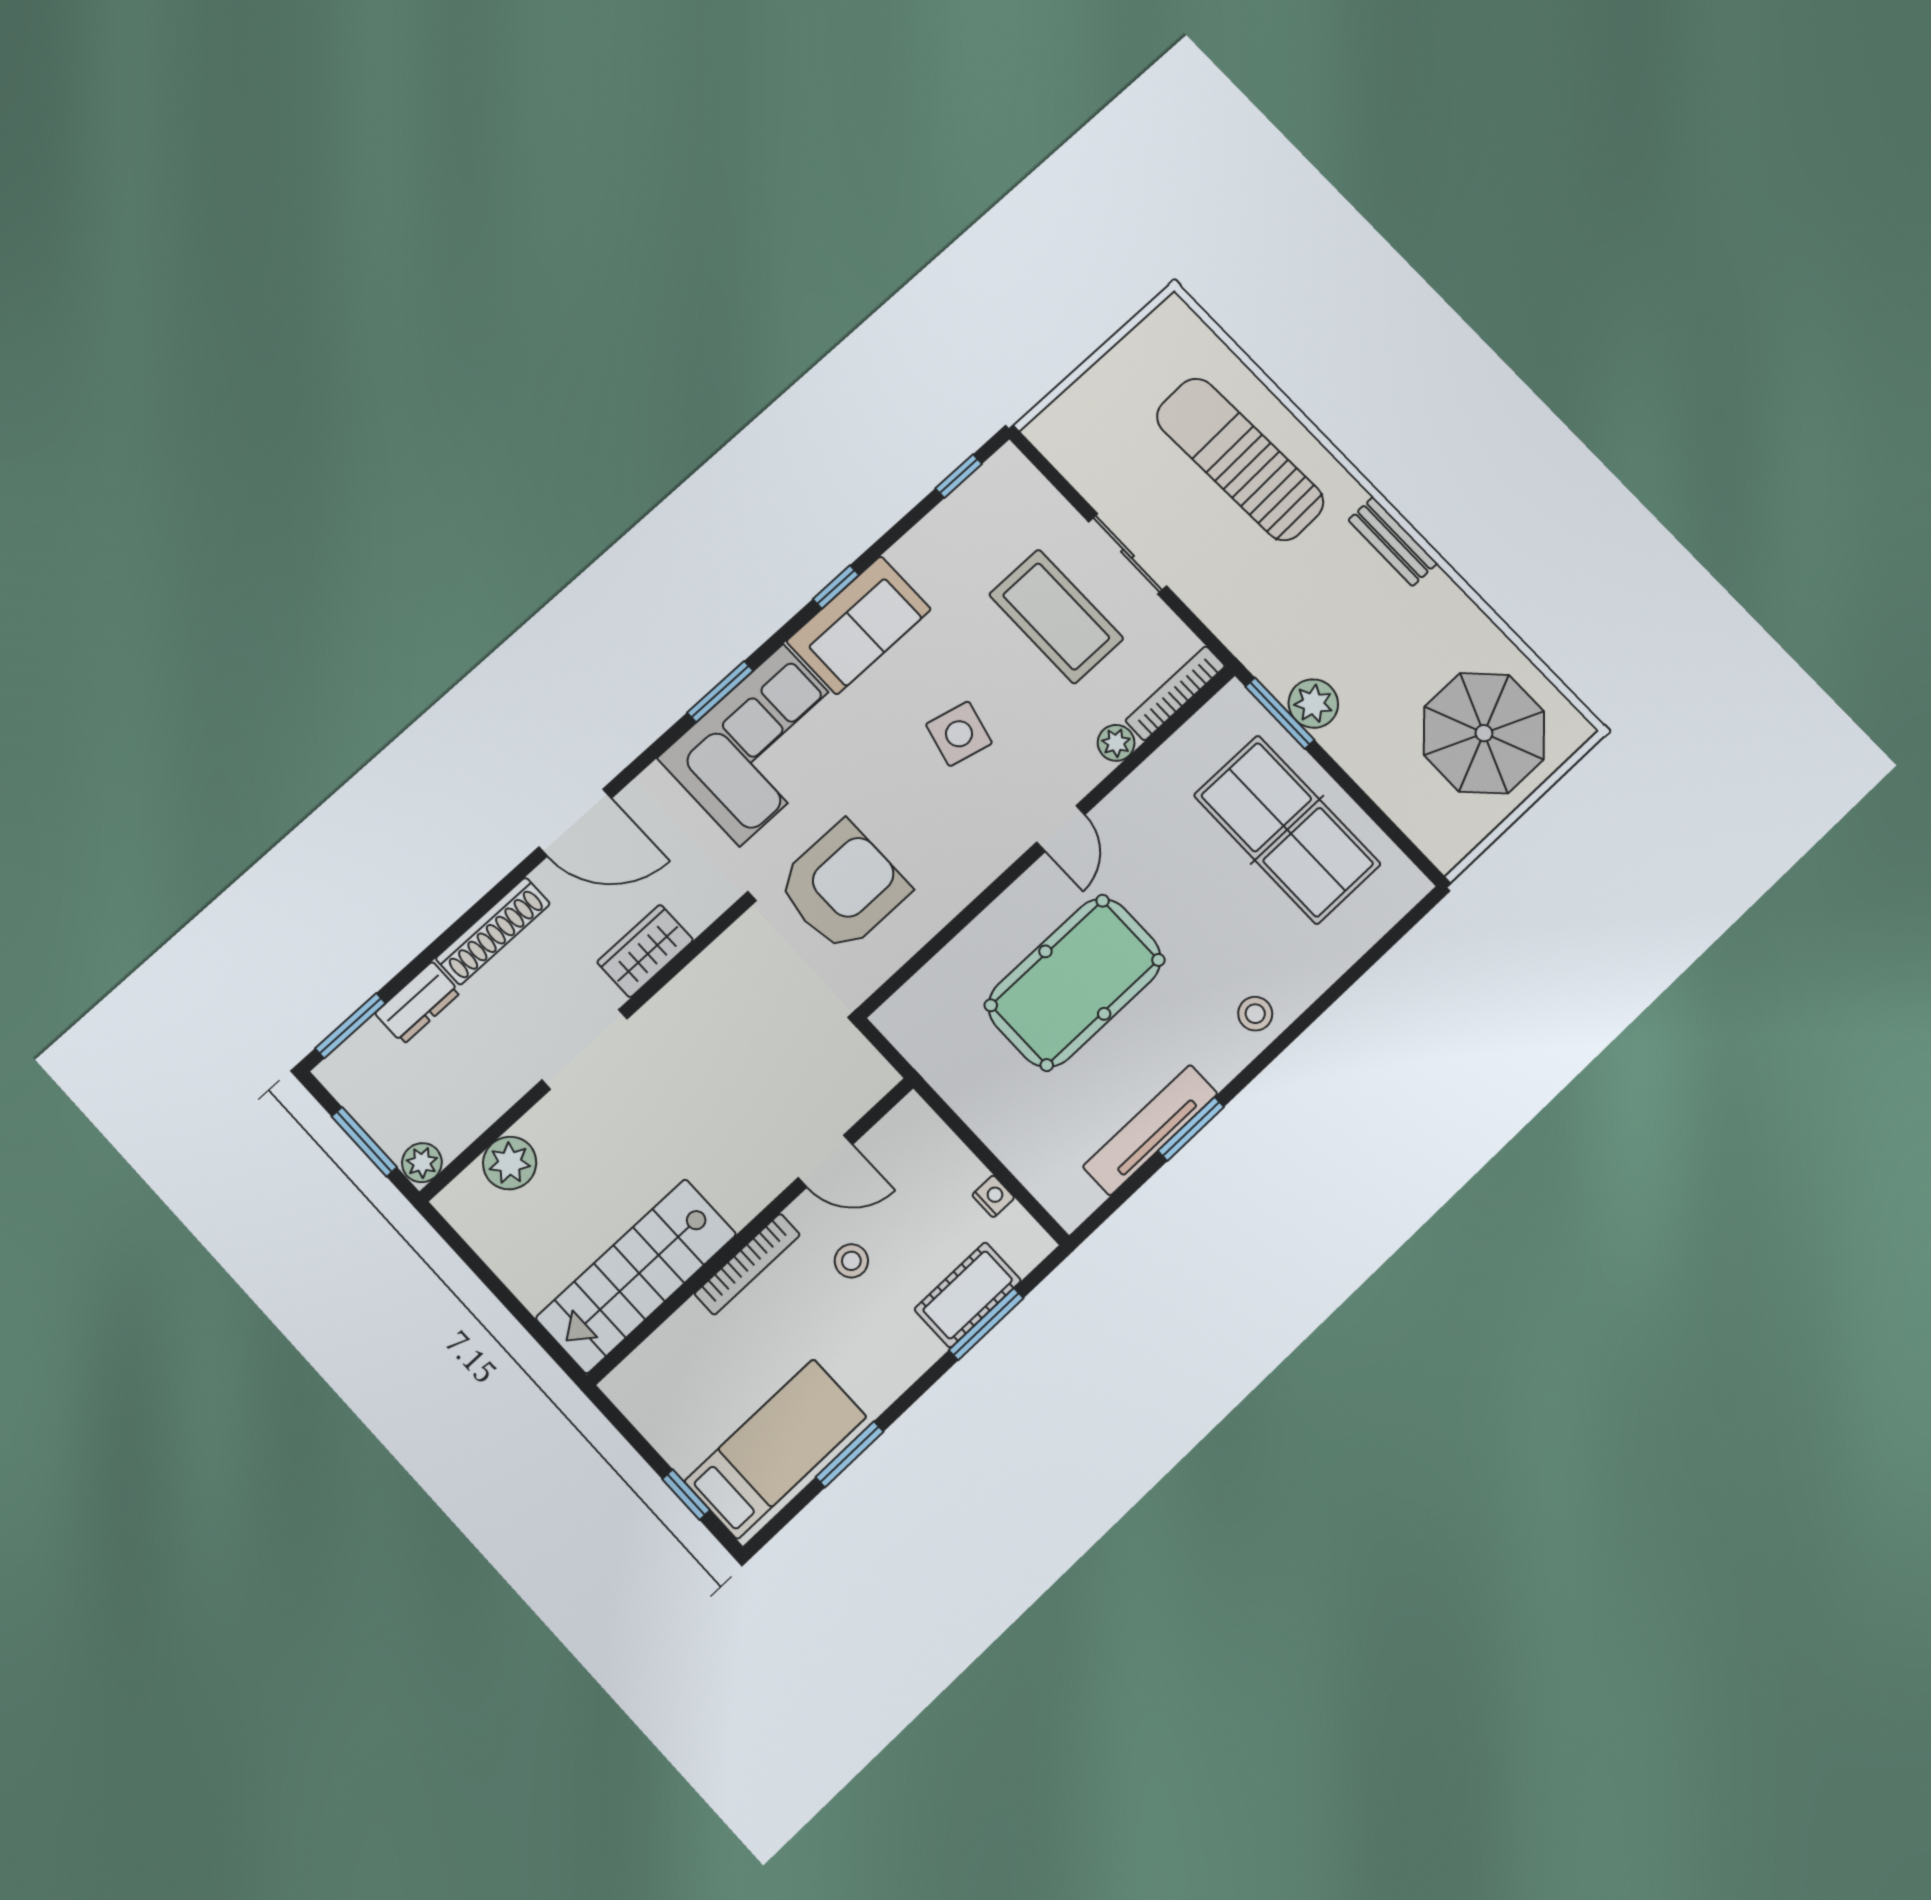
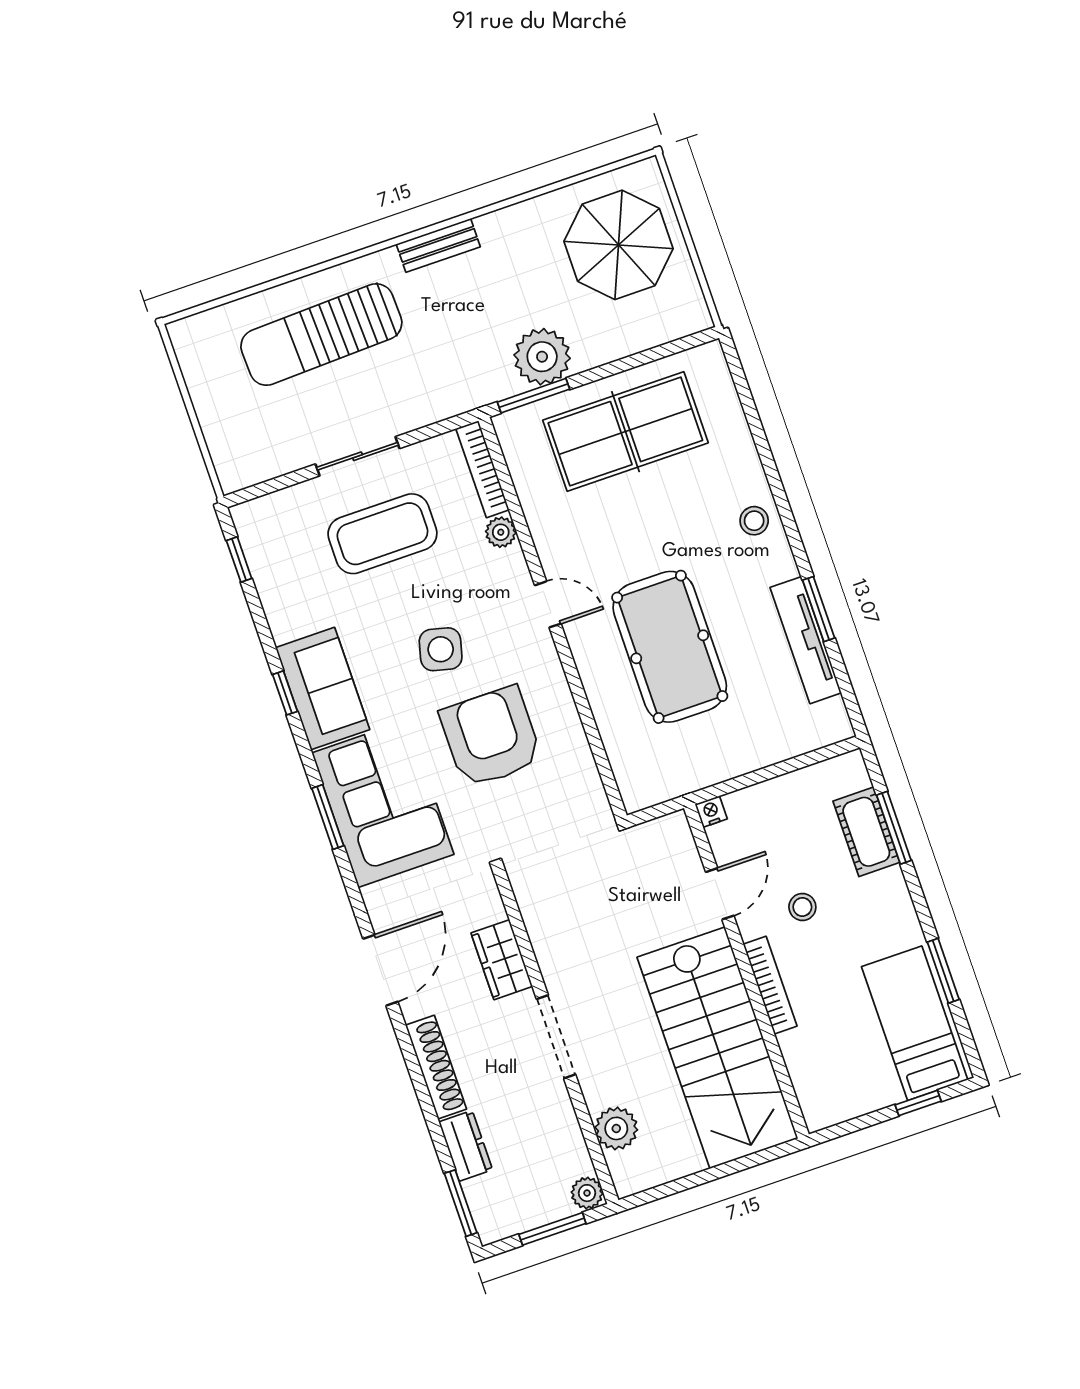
plant: (1313, 704) -> (542, 357), width x1.36, depth x1.36
armchair: (843, 887) -> (491, 737), moved
nightstand: (993, 1196) -> (711, 812), moved
stairs: (636, 1276) -> (717, 1048), width x1.36, depth x1.51

